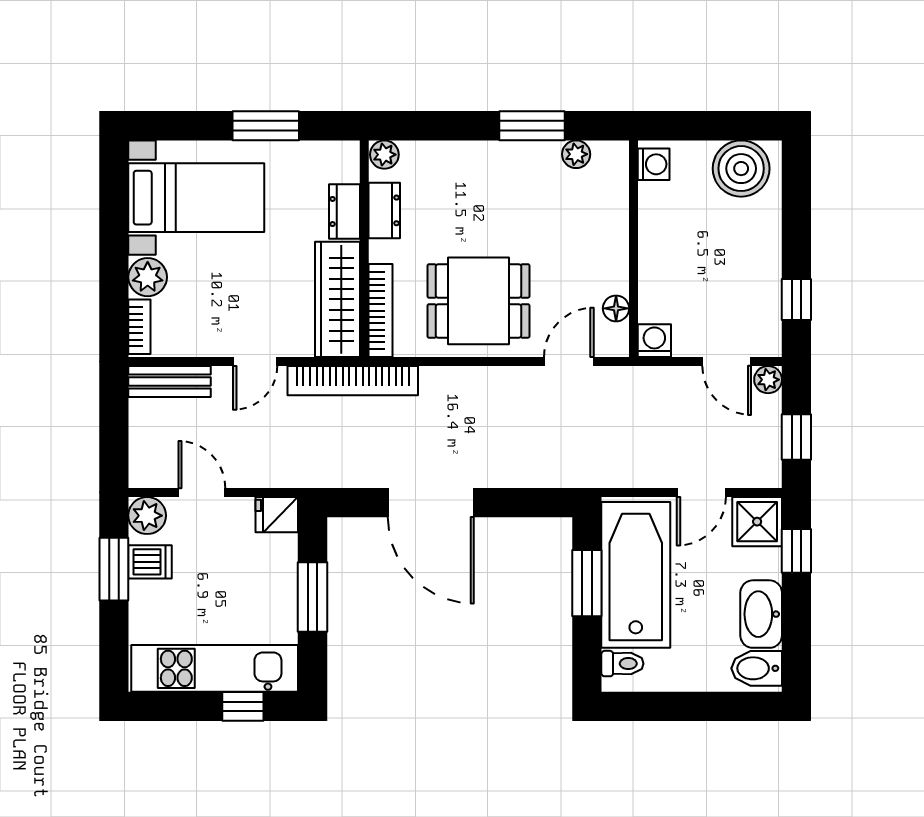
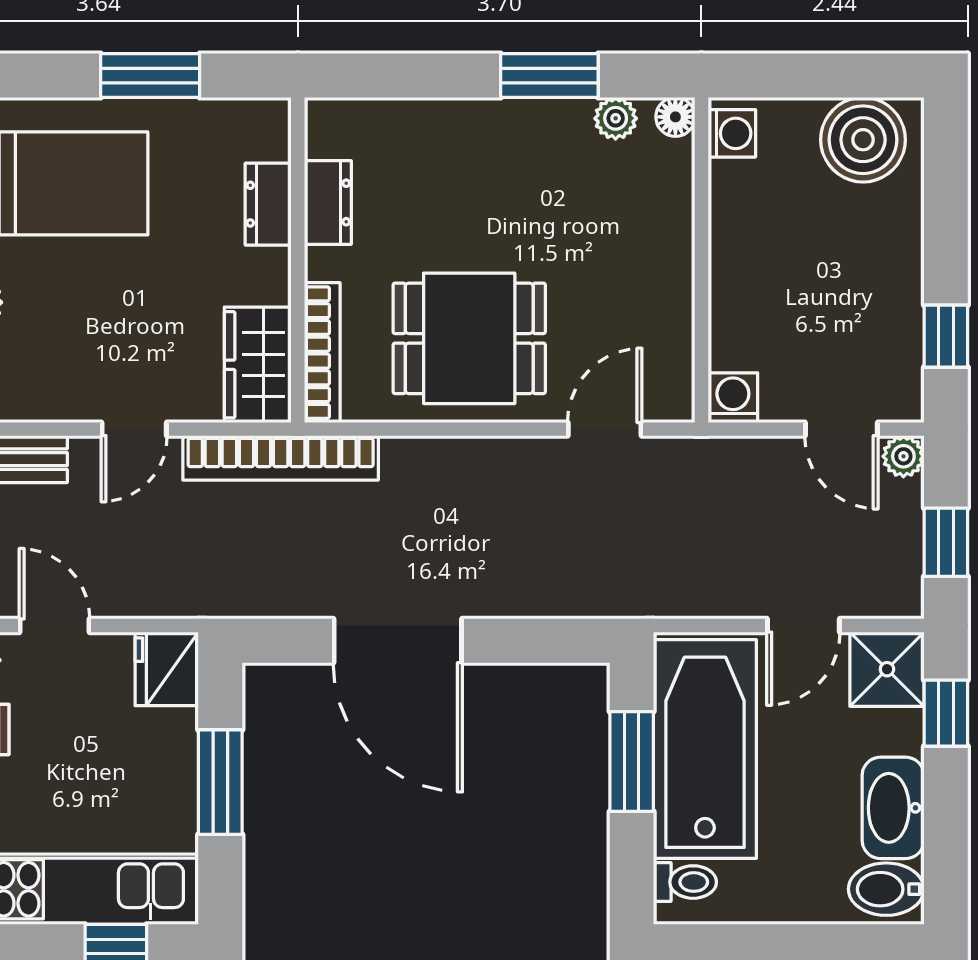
plant: (384, 155) -> (328, 119), removed
wardrobe: (338, 299) -> (258, 365), width x0.67
floor lamp: (616, 308) -> (675, 117), moved
fridge: (277, 515) -> (167, 669), width x1.38

